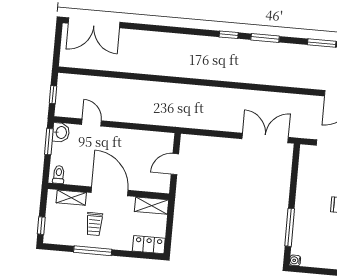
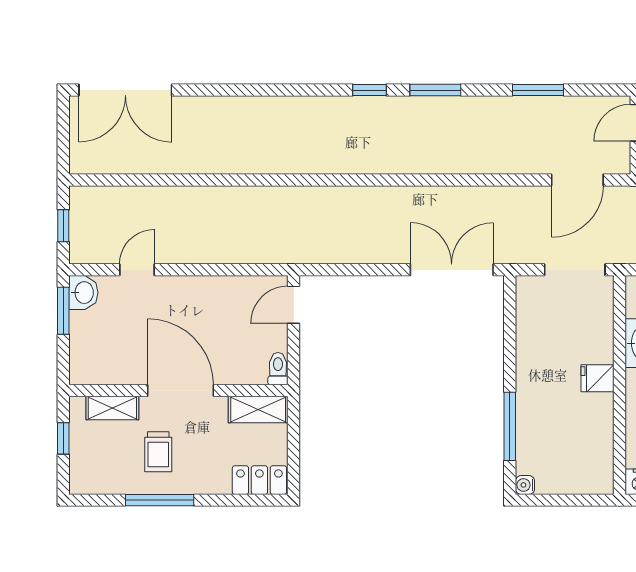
door: (92, 123) -> (137, 270), hinge flipped
door: (175, 164) -> (294, 305), moved
toilet: (59, 175) -> (278, 369), moved
window: (41, 226) -> (63, 438), moved

